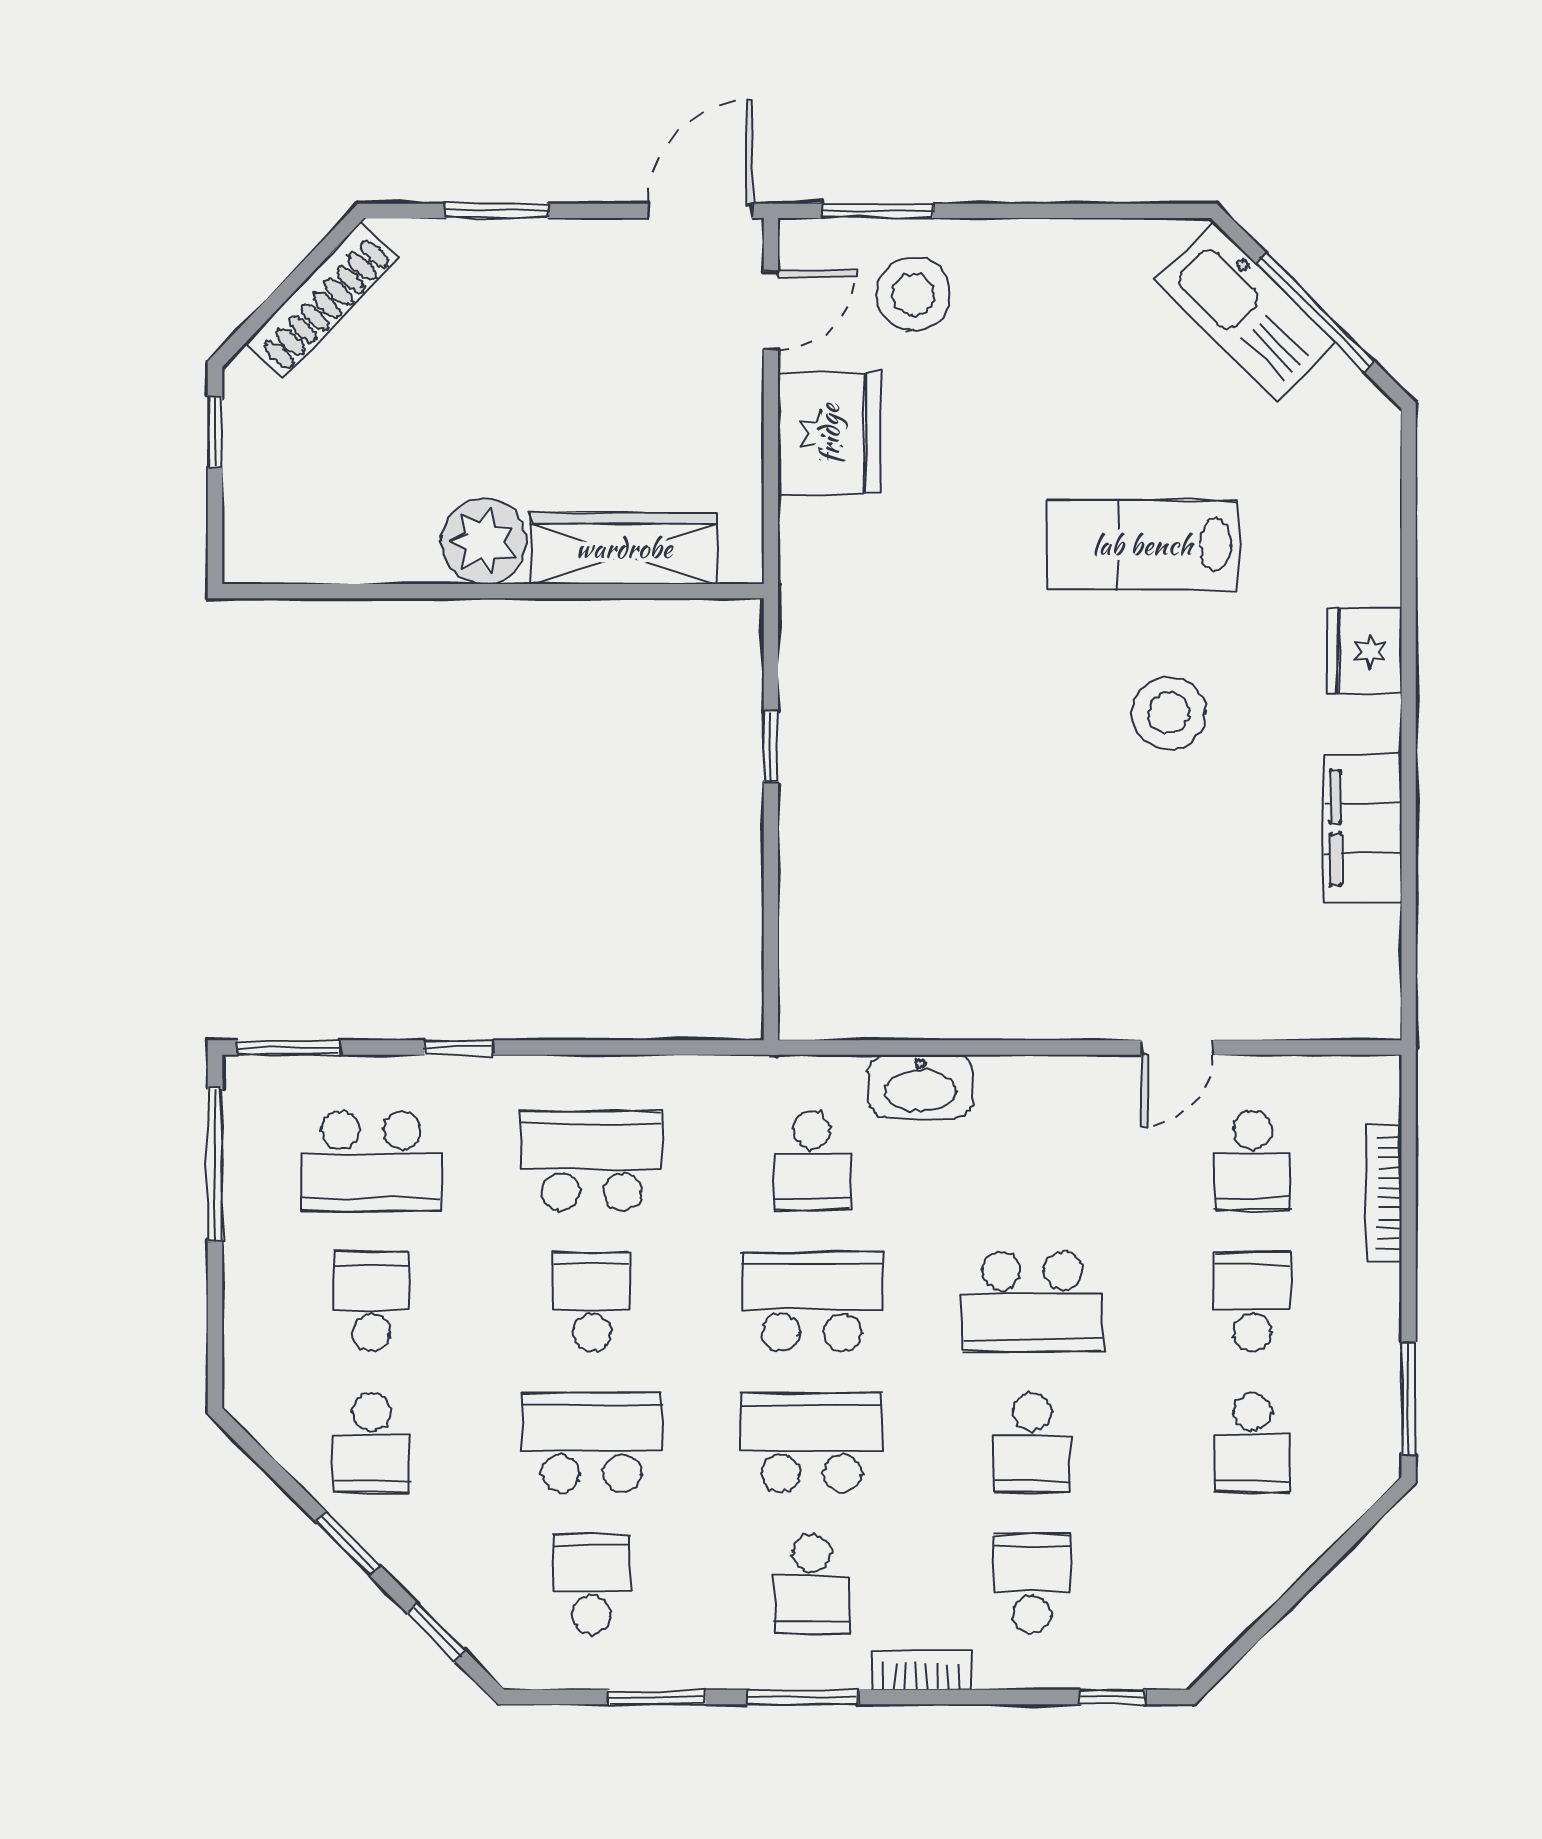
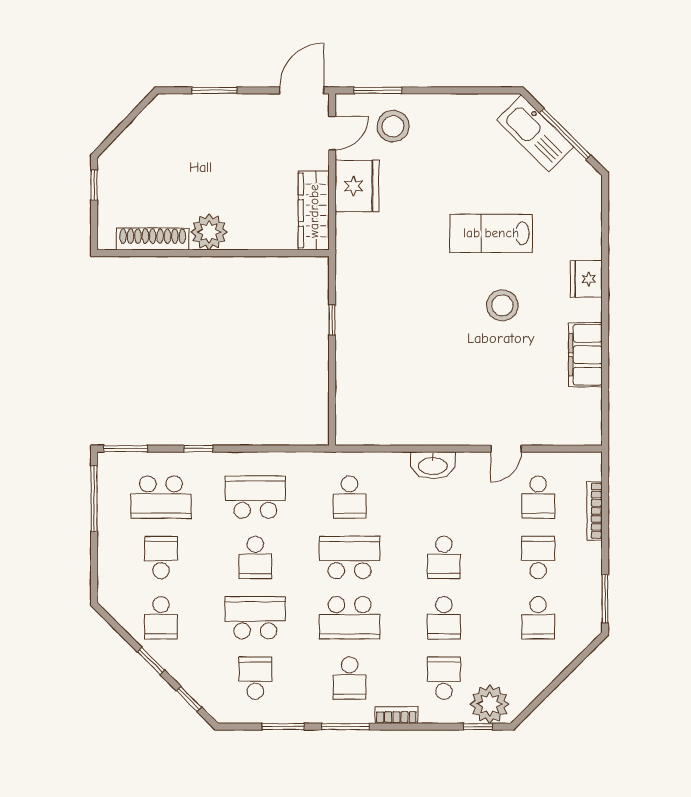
shoe rack: (322, 300) -> (153, 239), moved, turned -134
wardrobe: (624, 548) -> (314, 211), moved, turned -90
washbasin: (921, 1086) -> (433, 465), moved
school desk: (592, 1302) -> (255, 557), turned 180
school desk: (1032, 1302) -> (444, 557), width x0.54
school desk: (812, 1443) -> (350, 618), turned 180
plant: (1139, 1644) -> (490, 704), added

